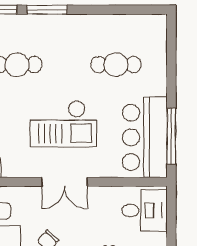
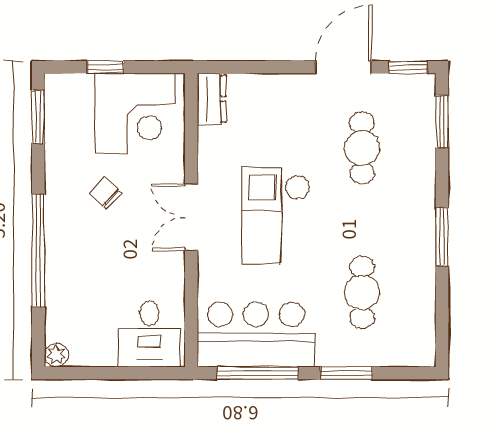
window: (47, 10) -> (442, 237), moved
window: (171, 75) -> (347, 373), added

